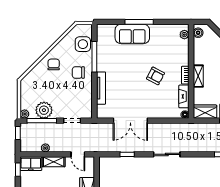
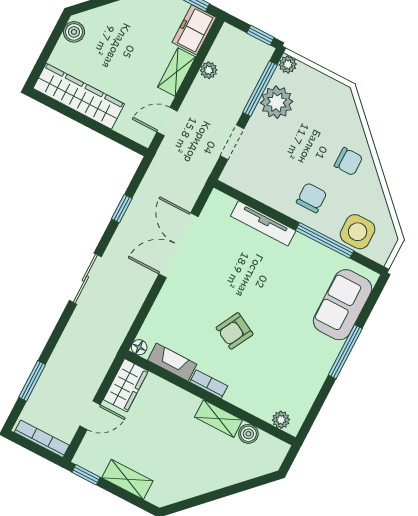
boiler: (198, 33) -> (248, 434), moved
sofa: (132, 34) -> (343, 305), moved
shelving: (198, 76) -> (219, 419), moved

